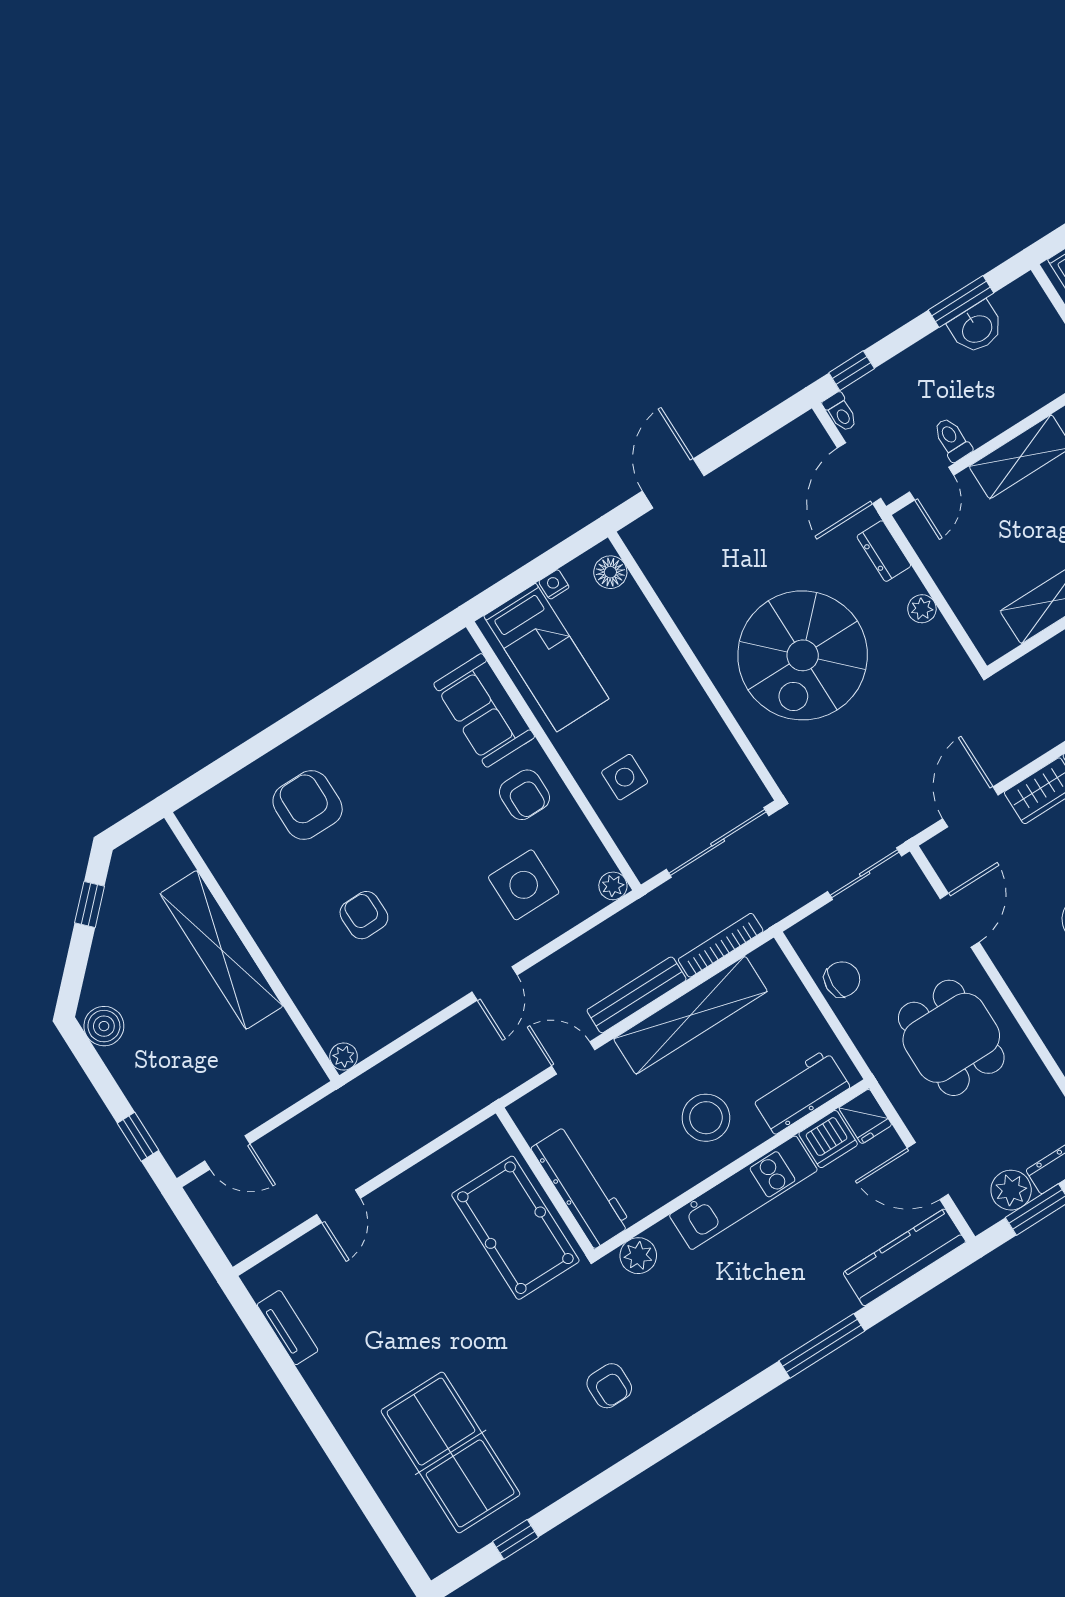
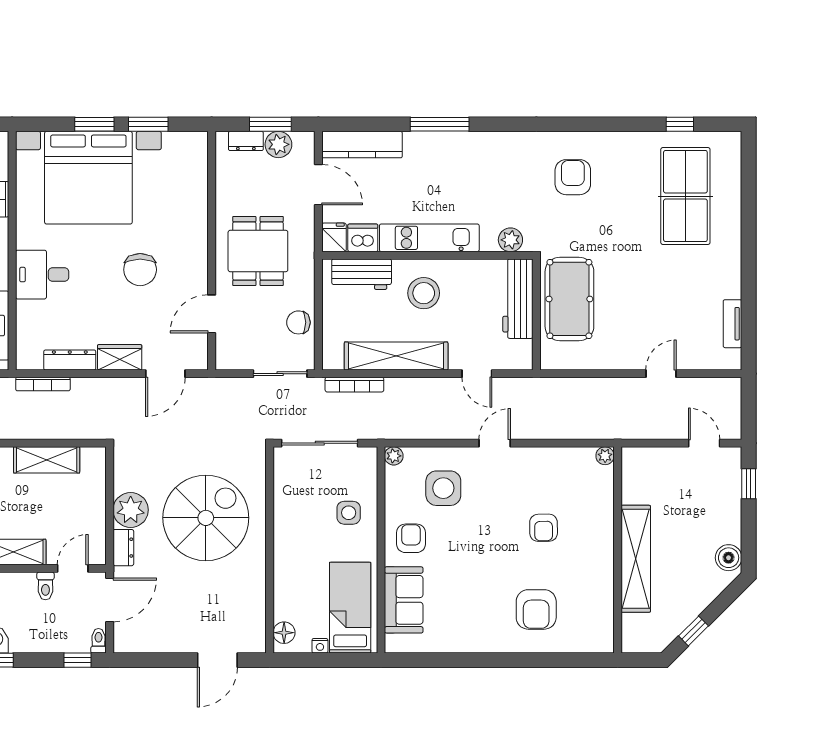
plant: (922, 609) -> (131, 510), width x1.88, depth x1.88
sliding door: (865, 874) -> (280, 374), moved
bench: (637, 995) -> (419, 387), removed
armchair: (609, 1386) -> (573, 177), width x1.38, depth x1.38

